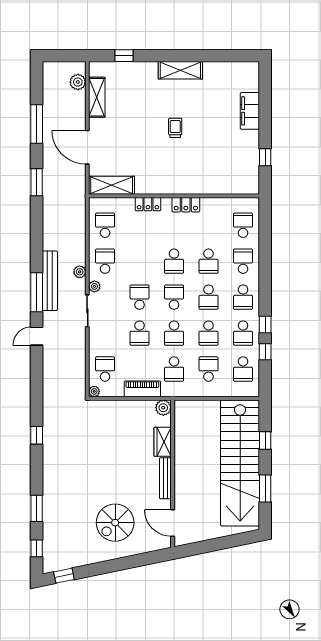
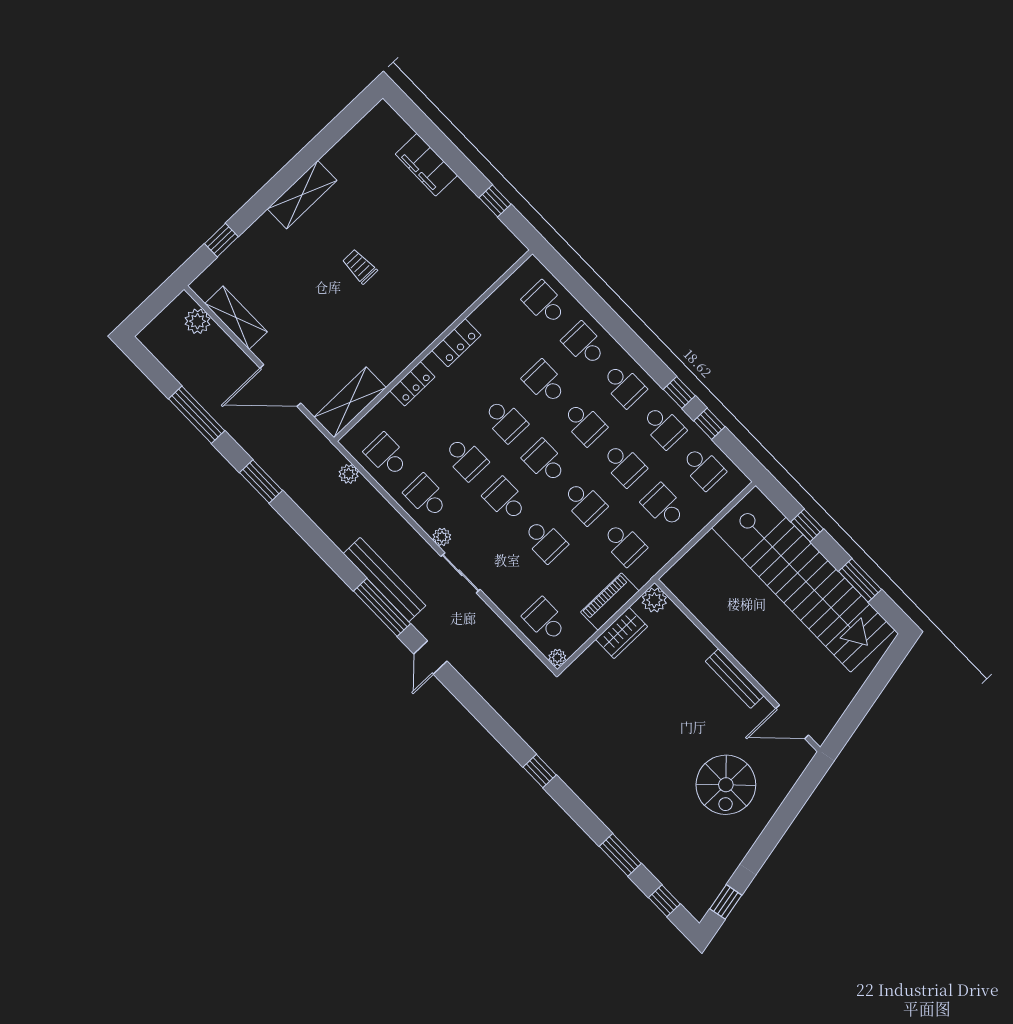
school desk: (140, 261) -> (466, 458), added
school desk: (209, 261) -> (545, 382), turned 180
plant: (80, 272) -> (349, 474), moved
wardrobe: (163, 442) -> (622, 633), moved, turned -90

